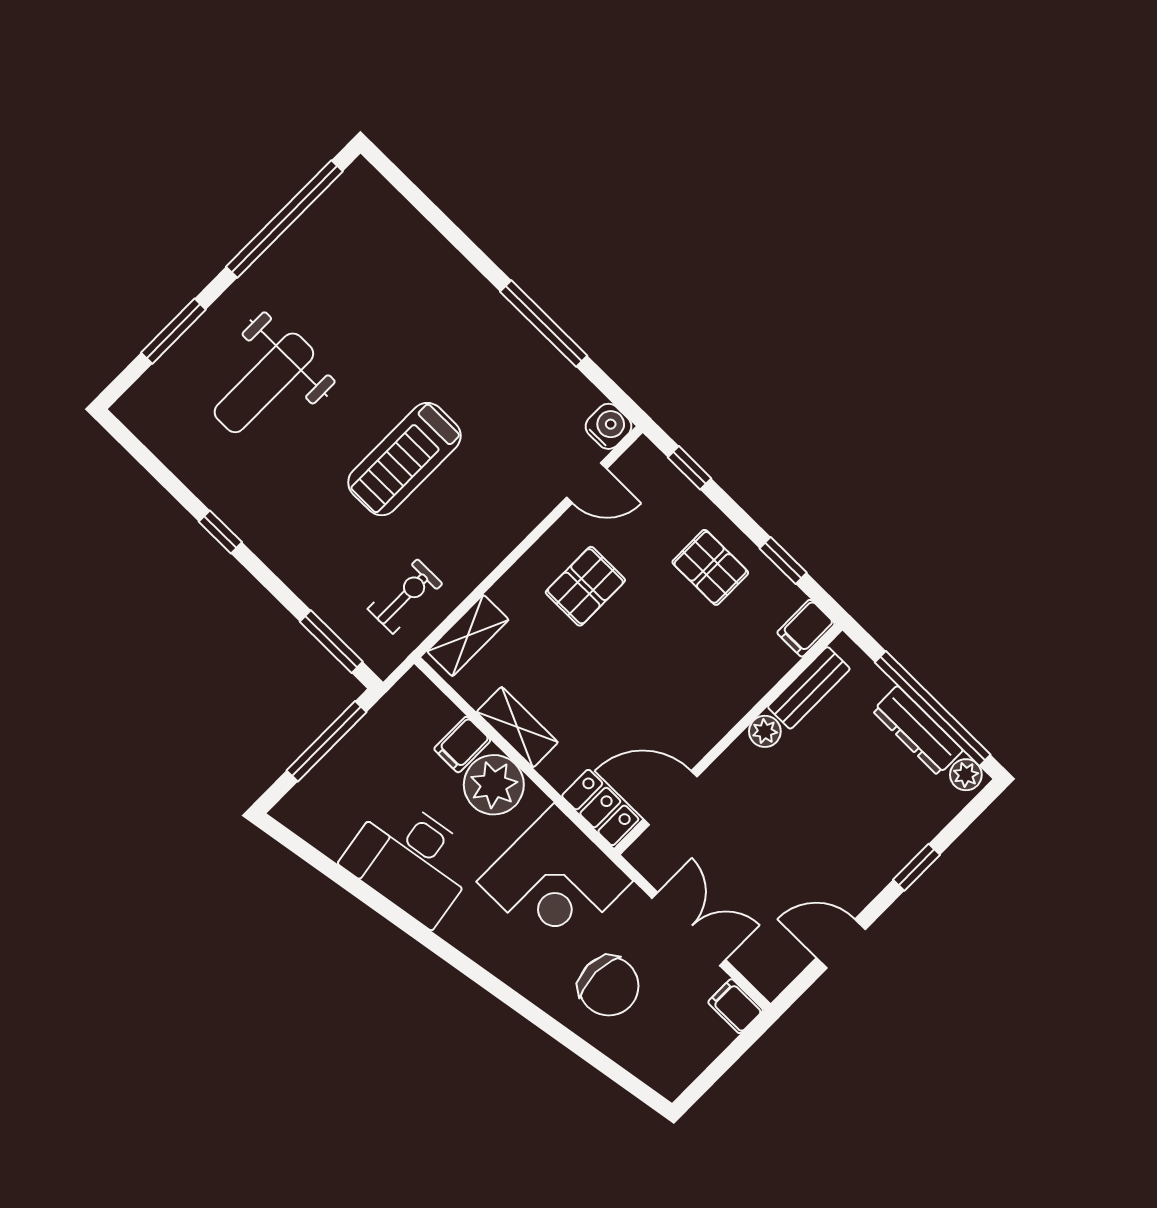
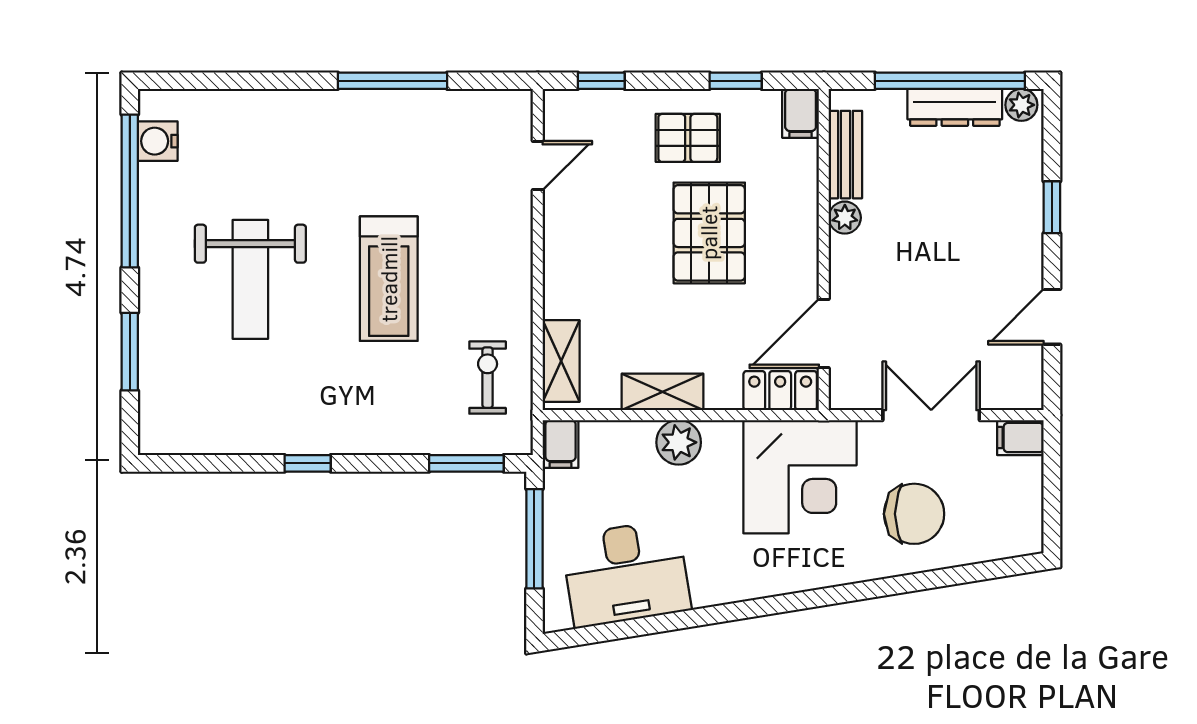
weight bench: (264, 383) -> (250, 279), moved
water cooler: (608, 426) -> (158, 141), moved, turned -90
pallet: (585, 586) -> (709, 233), moved, width x1.50, depth x1.42
filing cabinet: (462, 745) -> (561, 444), moved
plant: (494, 785) -> (679, 442), width x0.73, depth x0.73
desk: (411, 860) -> (626, 573), moved

